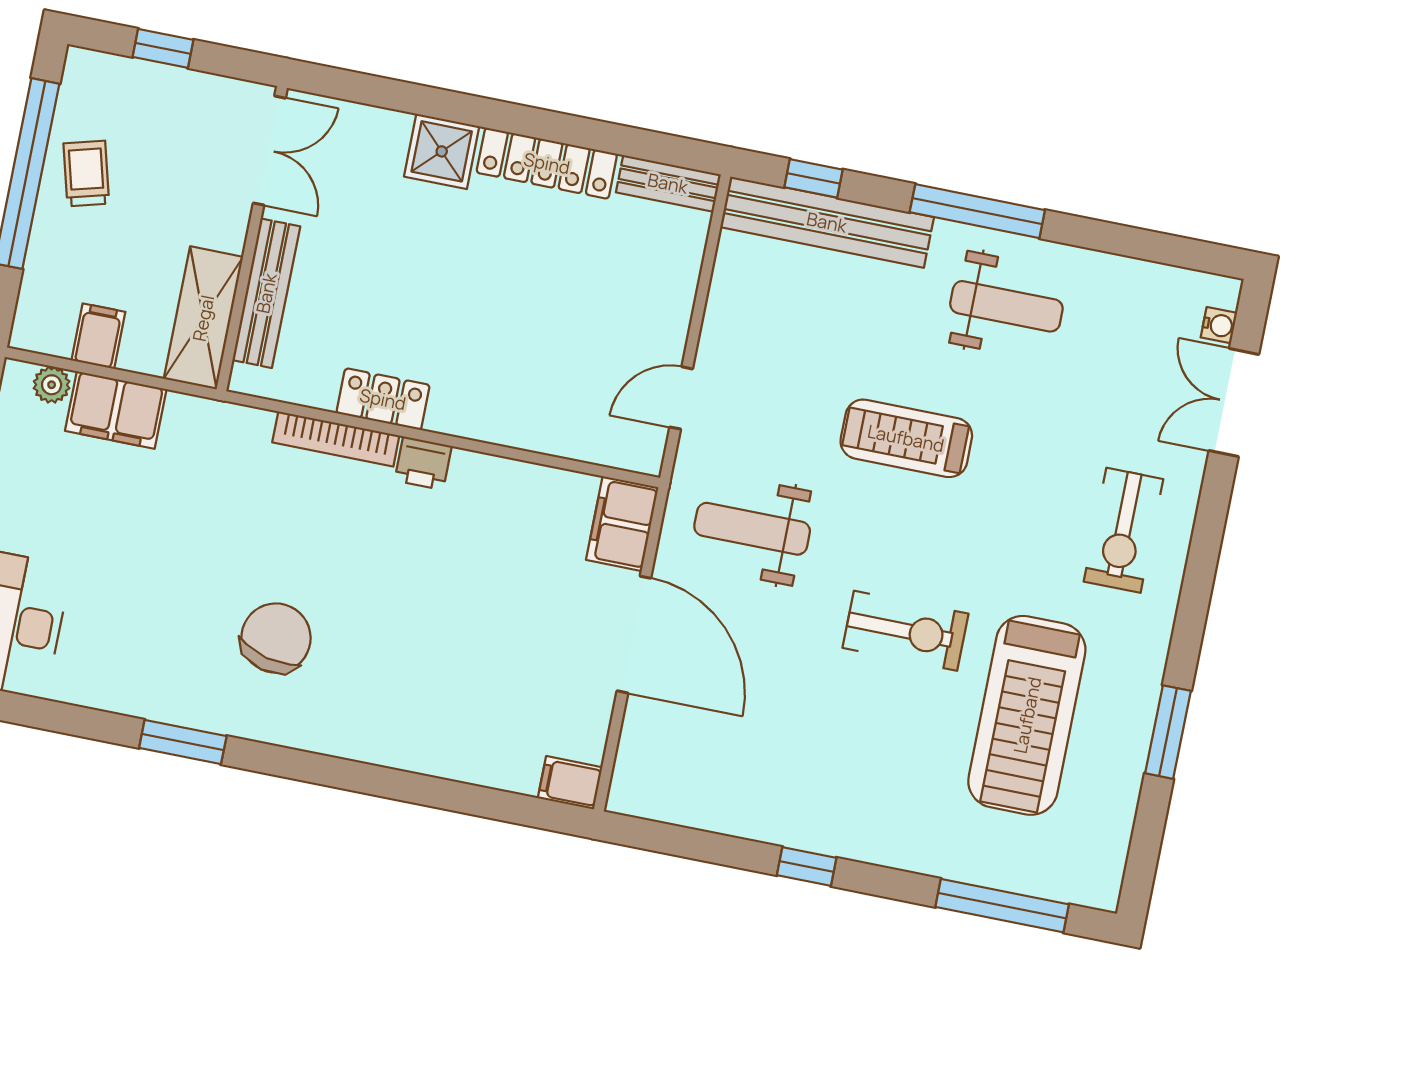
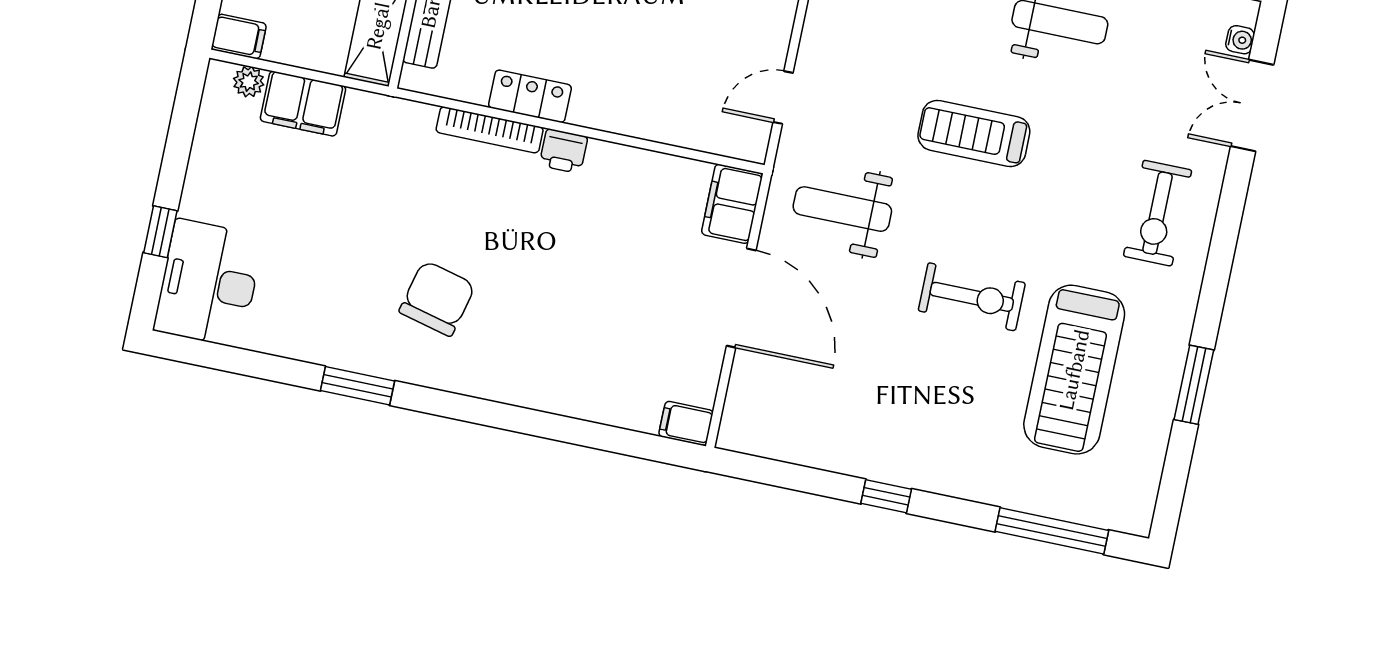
filing cabinet: (98, 336) -> (239, 37), moved, turned 90

